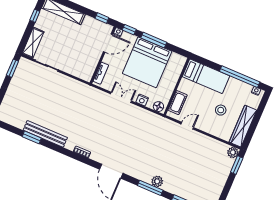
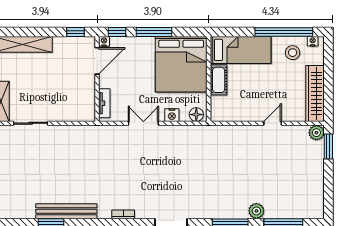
bed: (147, 62) -> (181, 64), moved
cot: (178, 103) -> (219, 80), moved
stool: (221, 110) -> (293, 53), moved
door: (187, 126) -> (273, 123), moved
plant: (157, 181) -> (256, 211), moved

